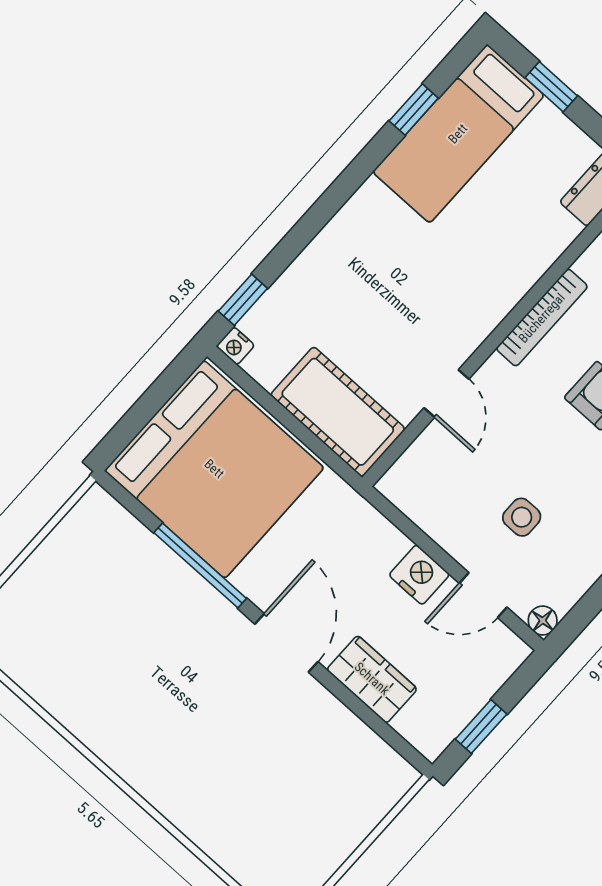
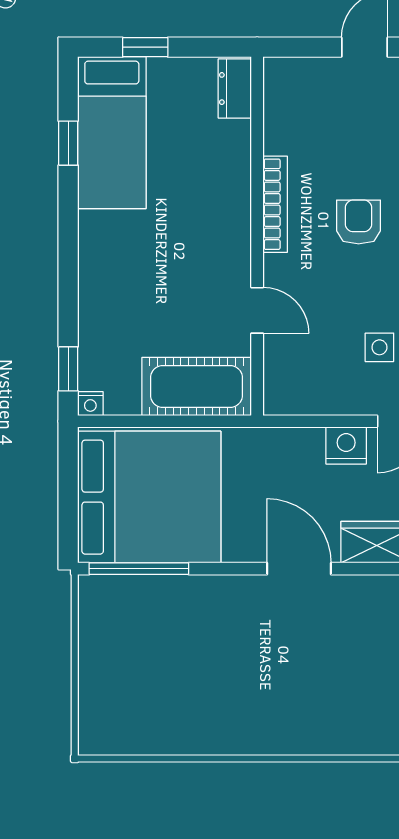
window: (200, 566) -> (139, 569), moved

